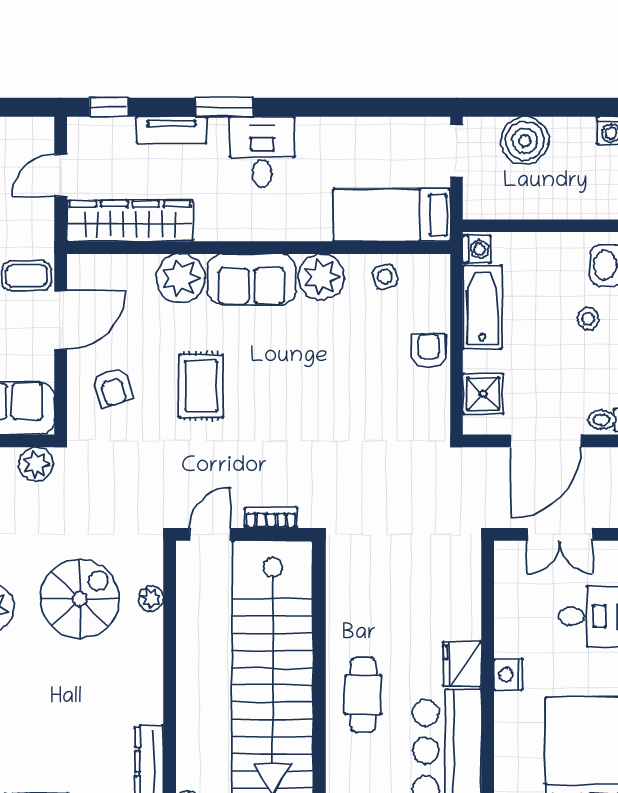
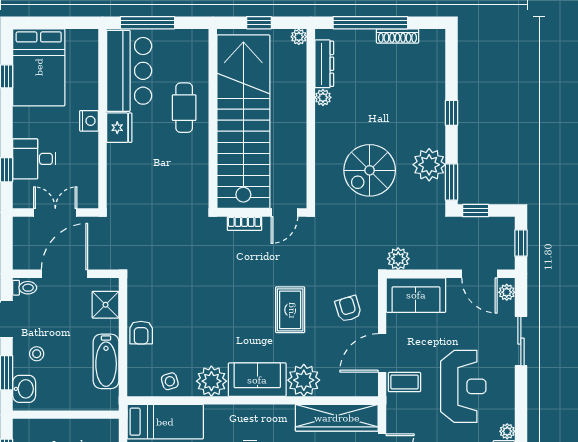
washing machine: (477, 249) -> (110, 399), removed
plant: (151, 598) -> (323, 97), moved

